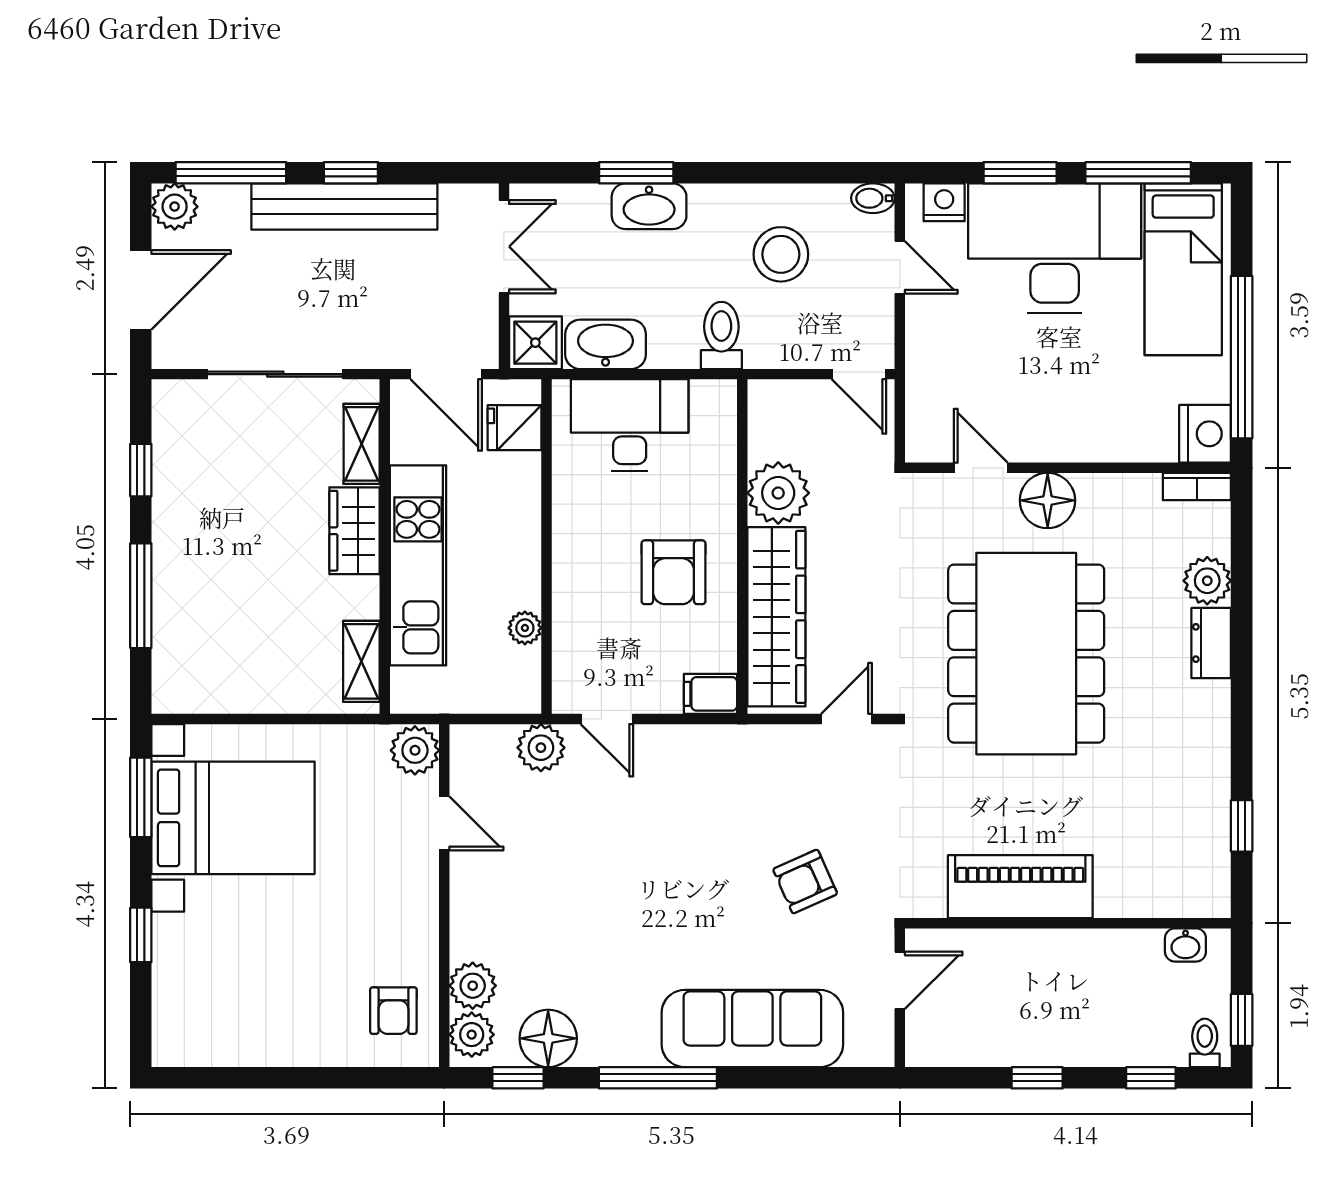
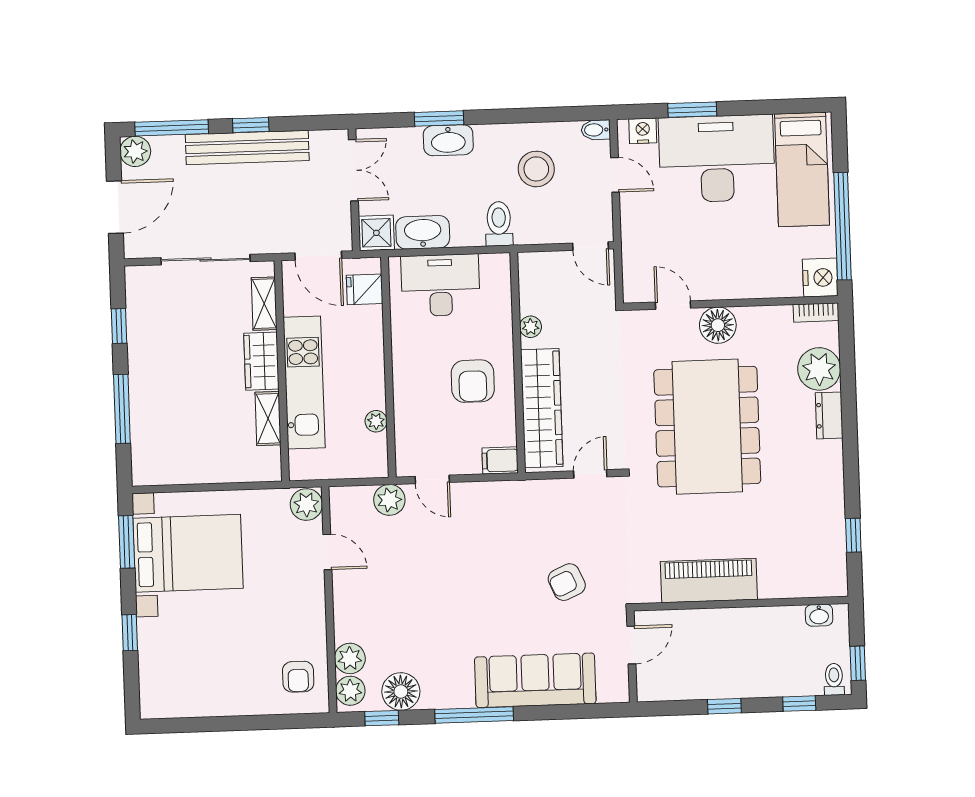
window: (1138, 173) -> (770, 107), removed
plant: (778, 493) -> (531, 327), width x0.53, depth x0.53
plant: (1207, 581) -> (819, 369), width x1.36, depth x1.36
shelving: (361, 661) -> (268, 419), moved

